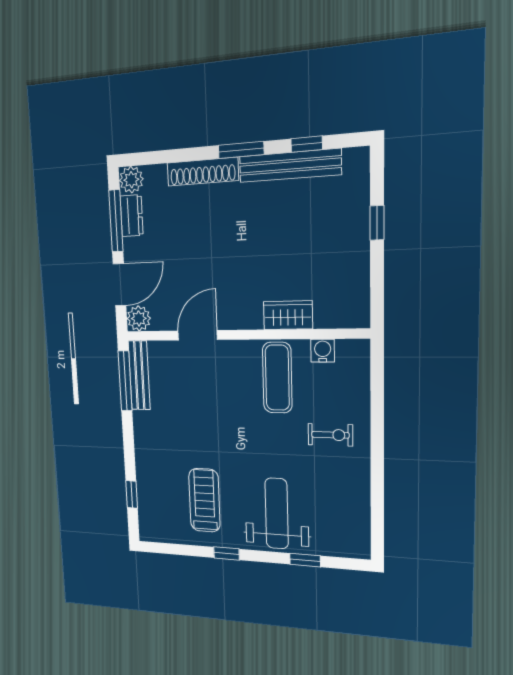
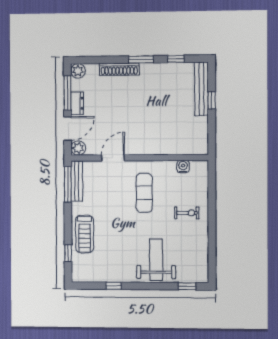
bench: (290, 166) -> (201, 89), moved, turned 90
dresser: (132, 216) -> (77, 103), moved
wardrobe: (288, 315) -> (165, 147), removed
exercise mat: (277, 378) -> (144, 193), moved
treadmill: (204, 500) -> (85, 234), moved, turned 180
window: (226, 553) -> (114, 286), moved
window: (305, 560) -> (187, 286), moved

